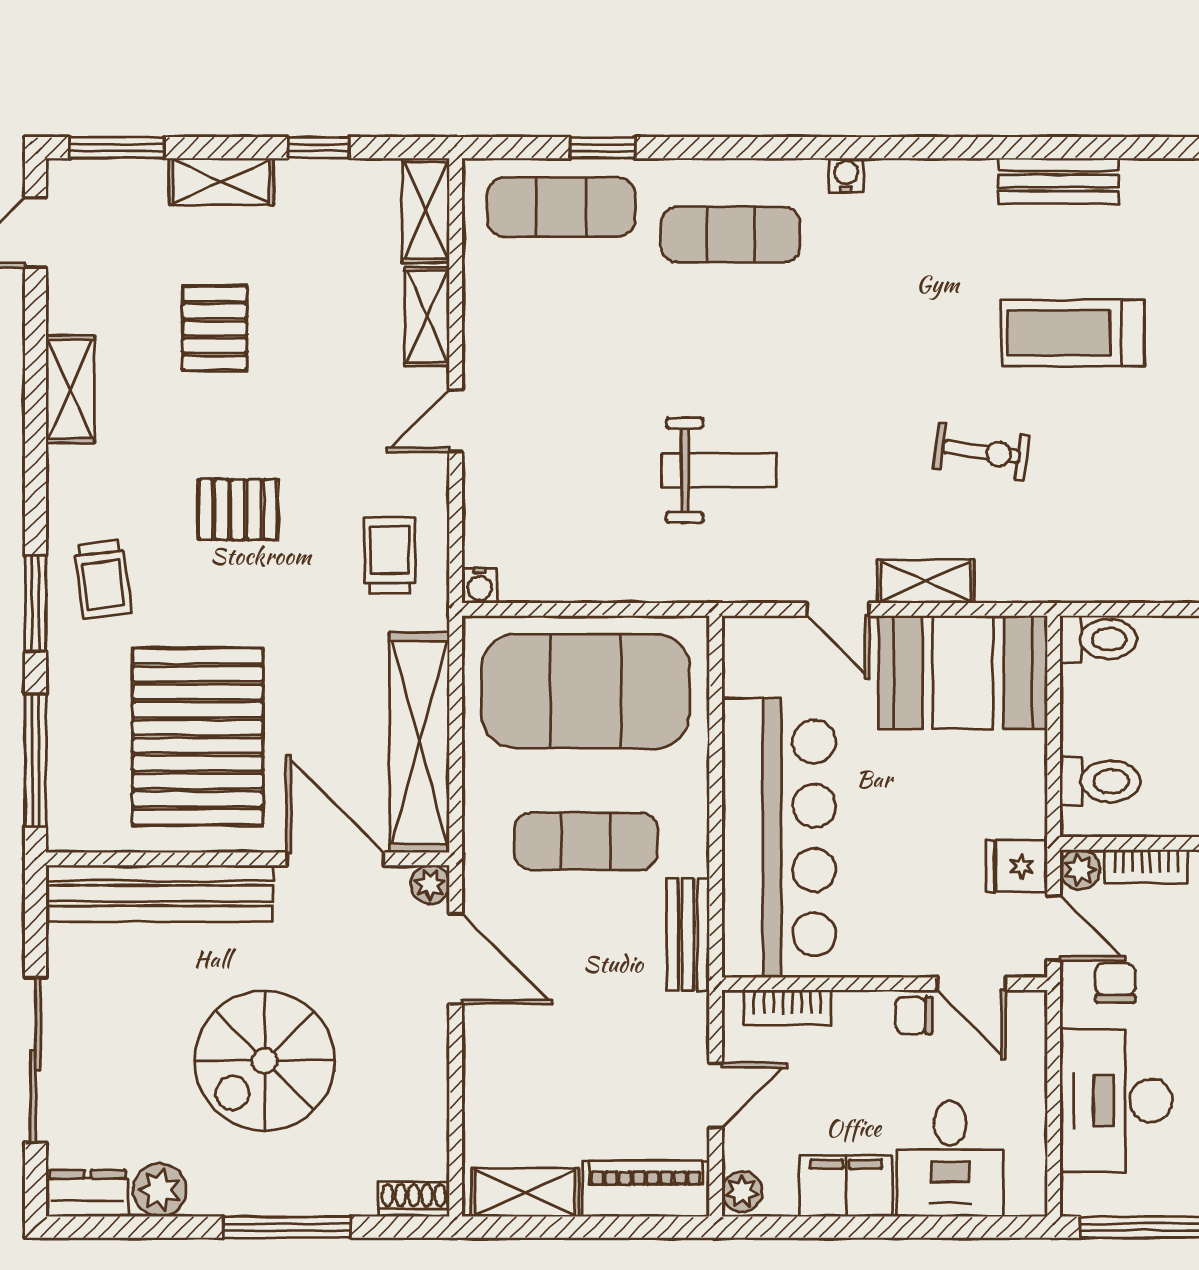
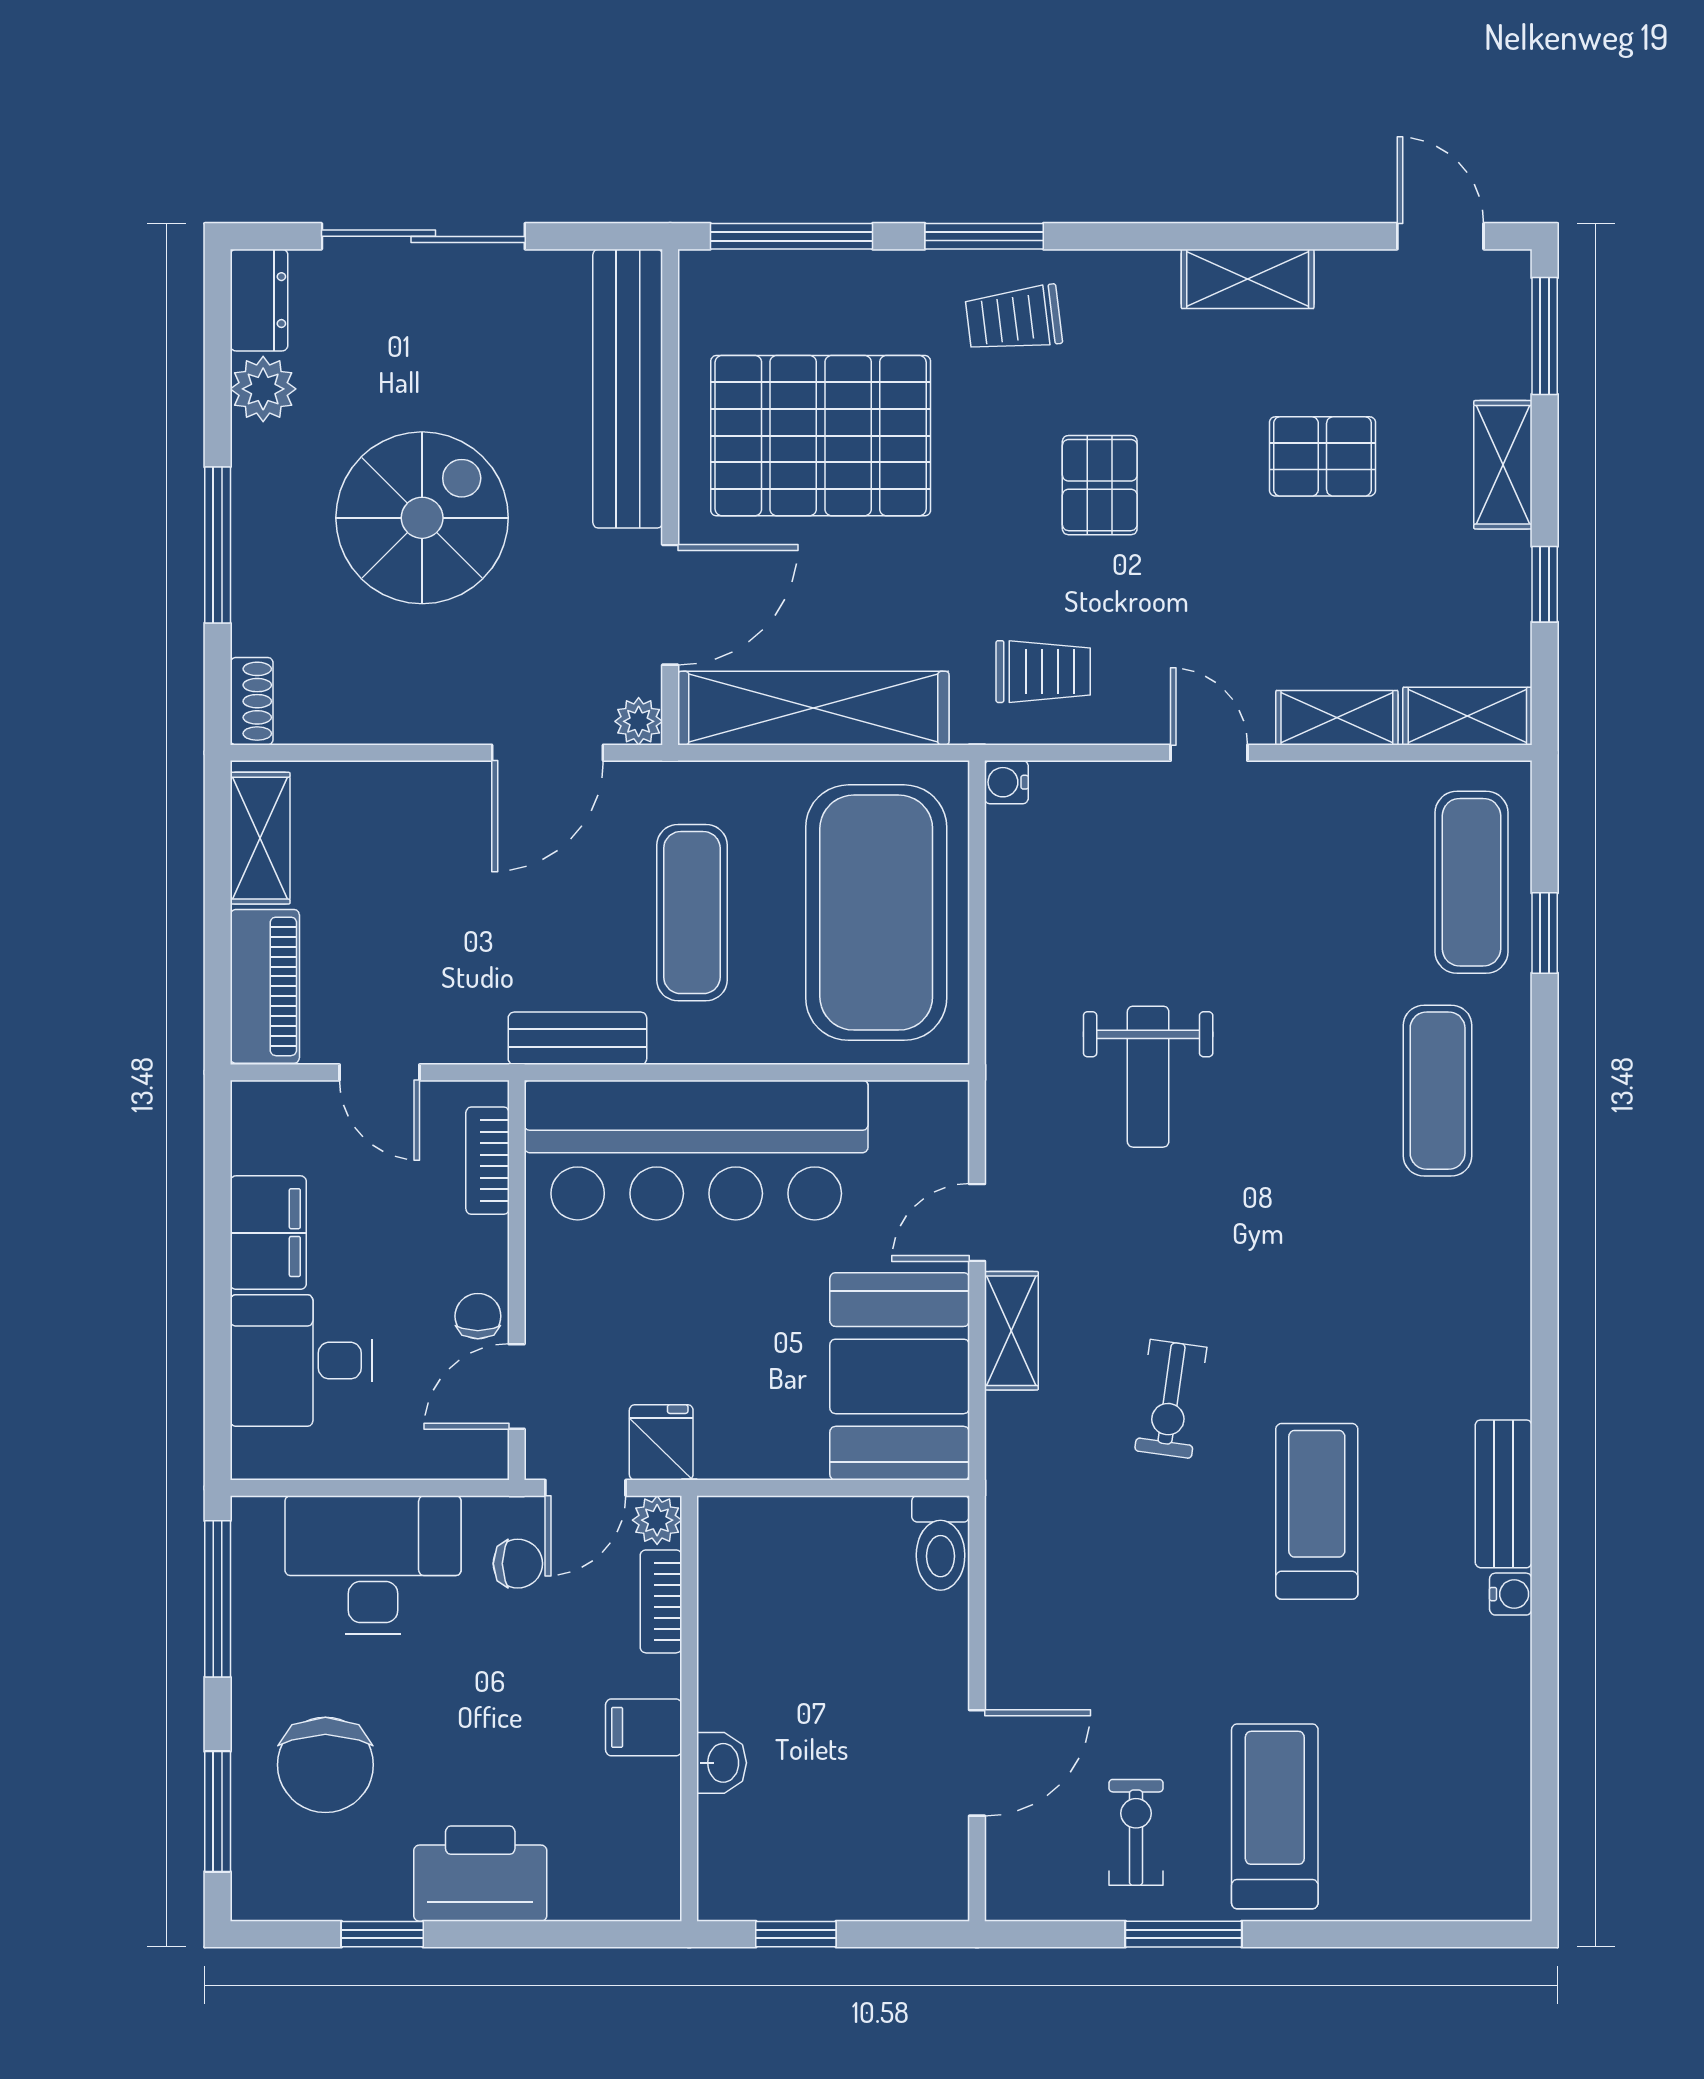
water cooler: (846, 175) -> (1511, 1594), moved
toilet: (1100, 781) -> (765, 1545), removed
spiral stairs: (265, 1061) -> (422, 518), turned 90
plant: (742, 1192) -> (261, 1105), removed

